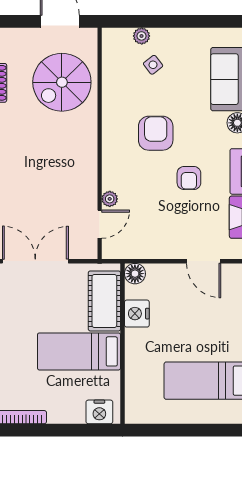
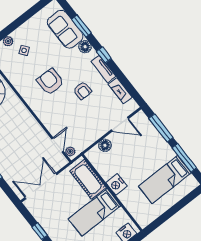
plant: (110, 199) -> (70, 152), moved
floor lamp: (135, 274) -> (105, 145), moved
nightstand: (137, 314) -> (117, 184), moved

